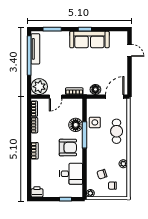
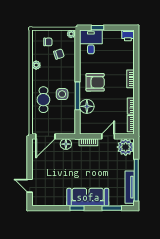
sofa: (89, 39) -> (88, 197), moved
side table: (95, 122) -> (62, 94), moved
armchair: (68, 148) -> (95, 82), turned 180
desk: (71, 174) -> (91, 42), moved, turned 90

